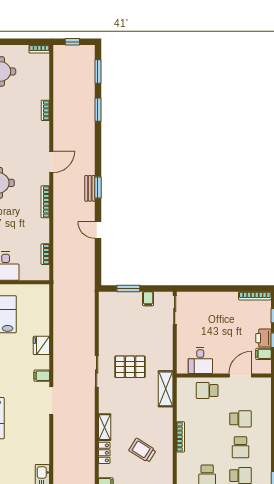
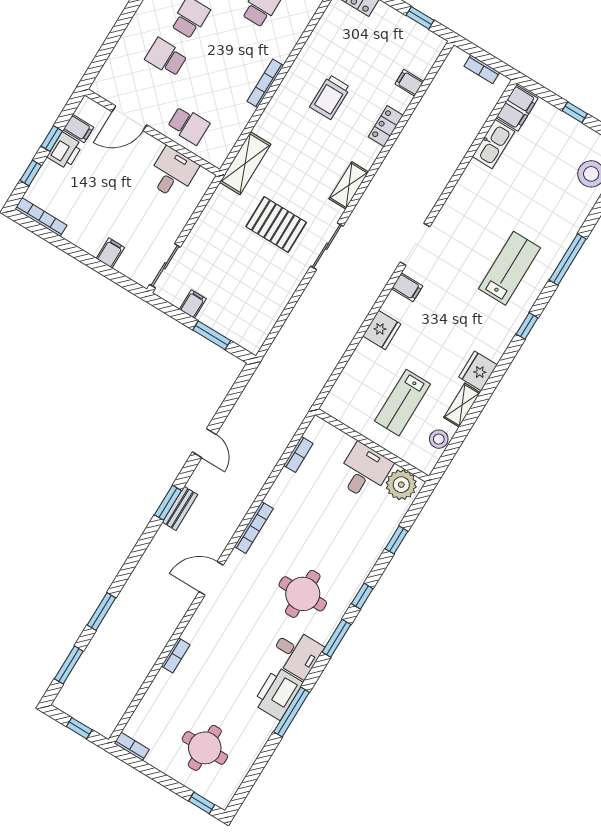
filing cabinet: (207, 299) -> (110, 253), added
shelving: (105, 427) -> (349, 185), moved
trolley: (142, 450) -> (330, 97), turned 58

